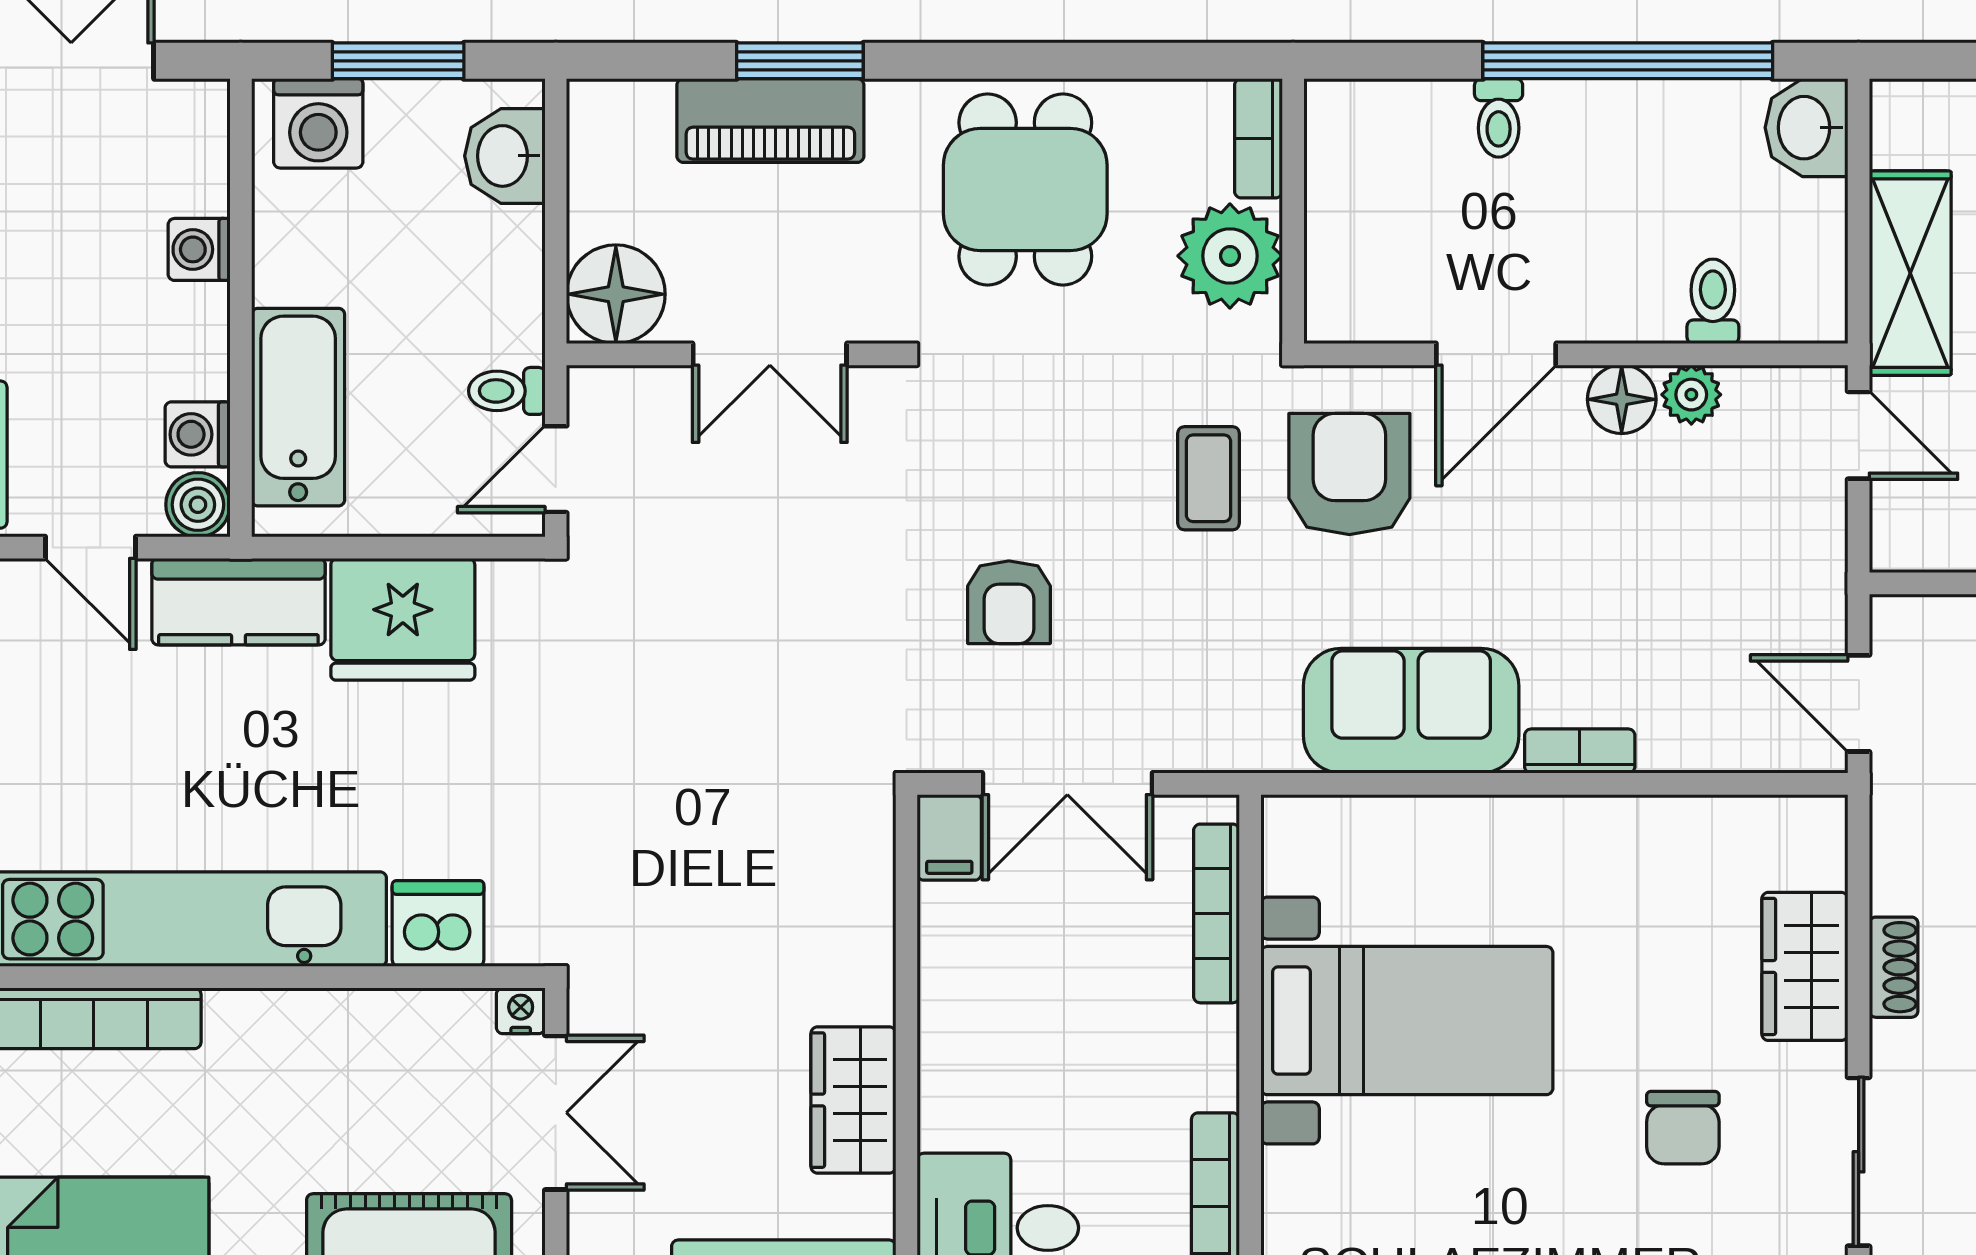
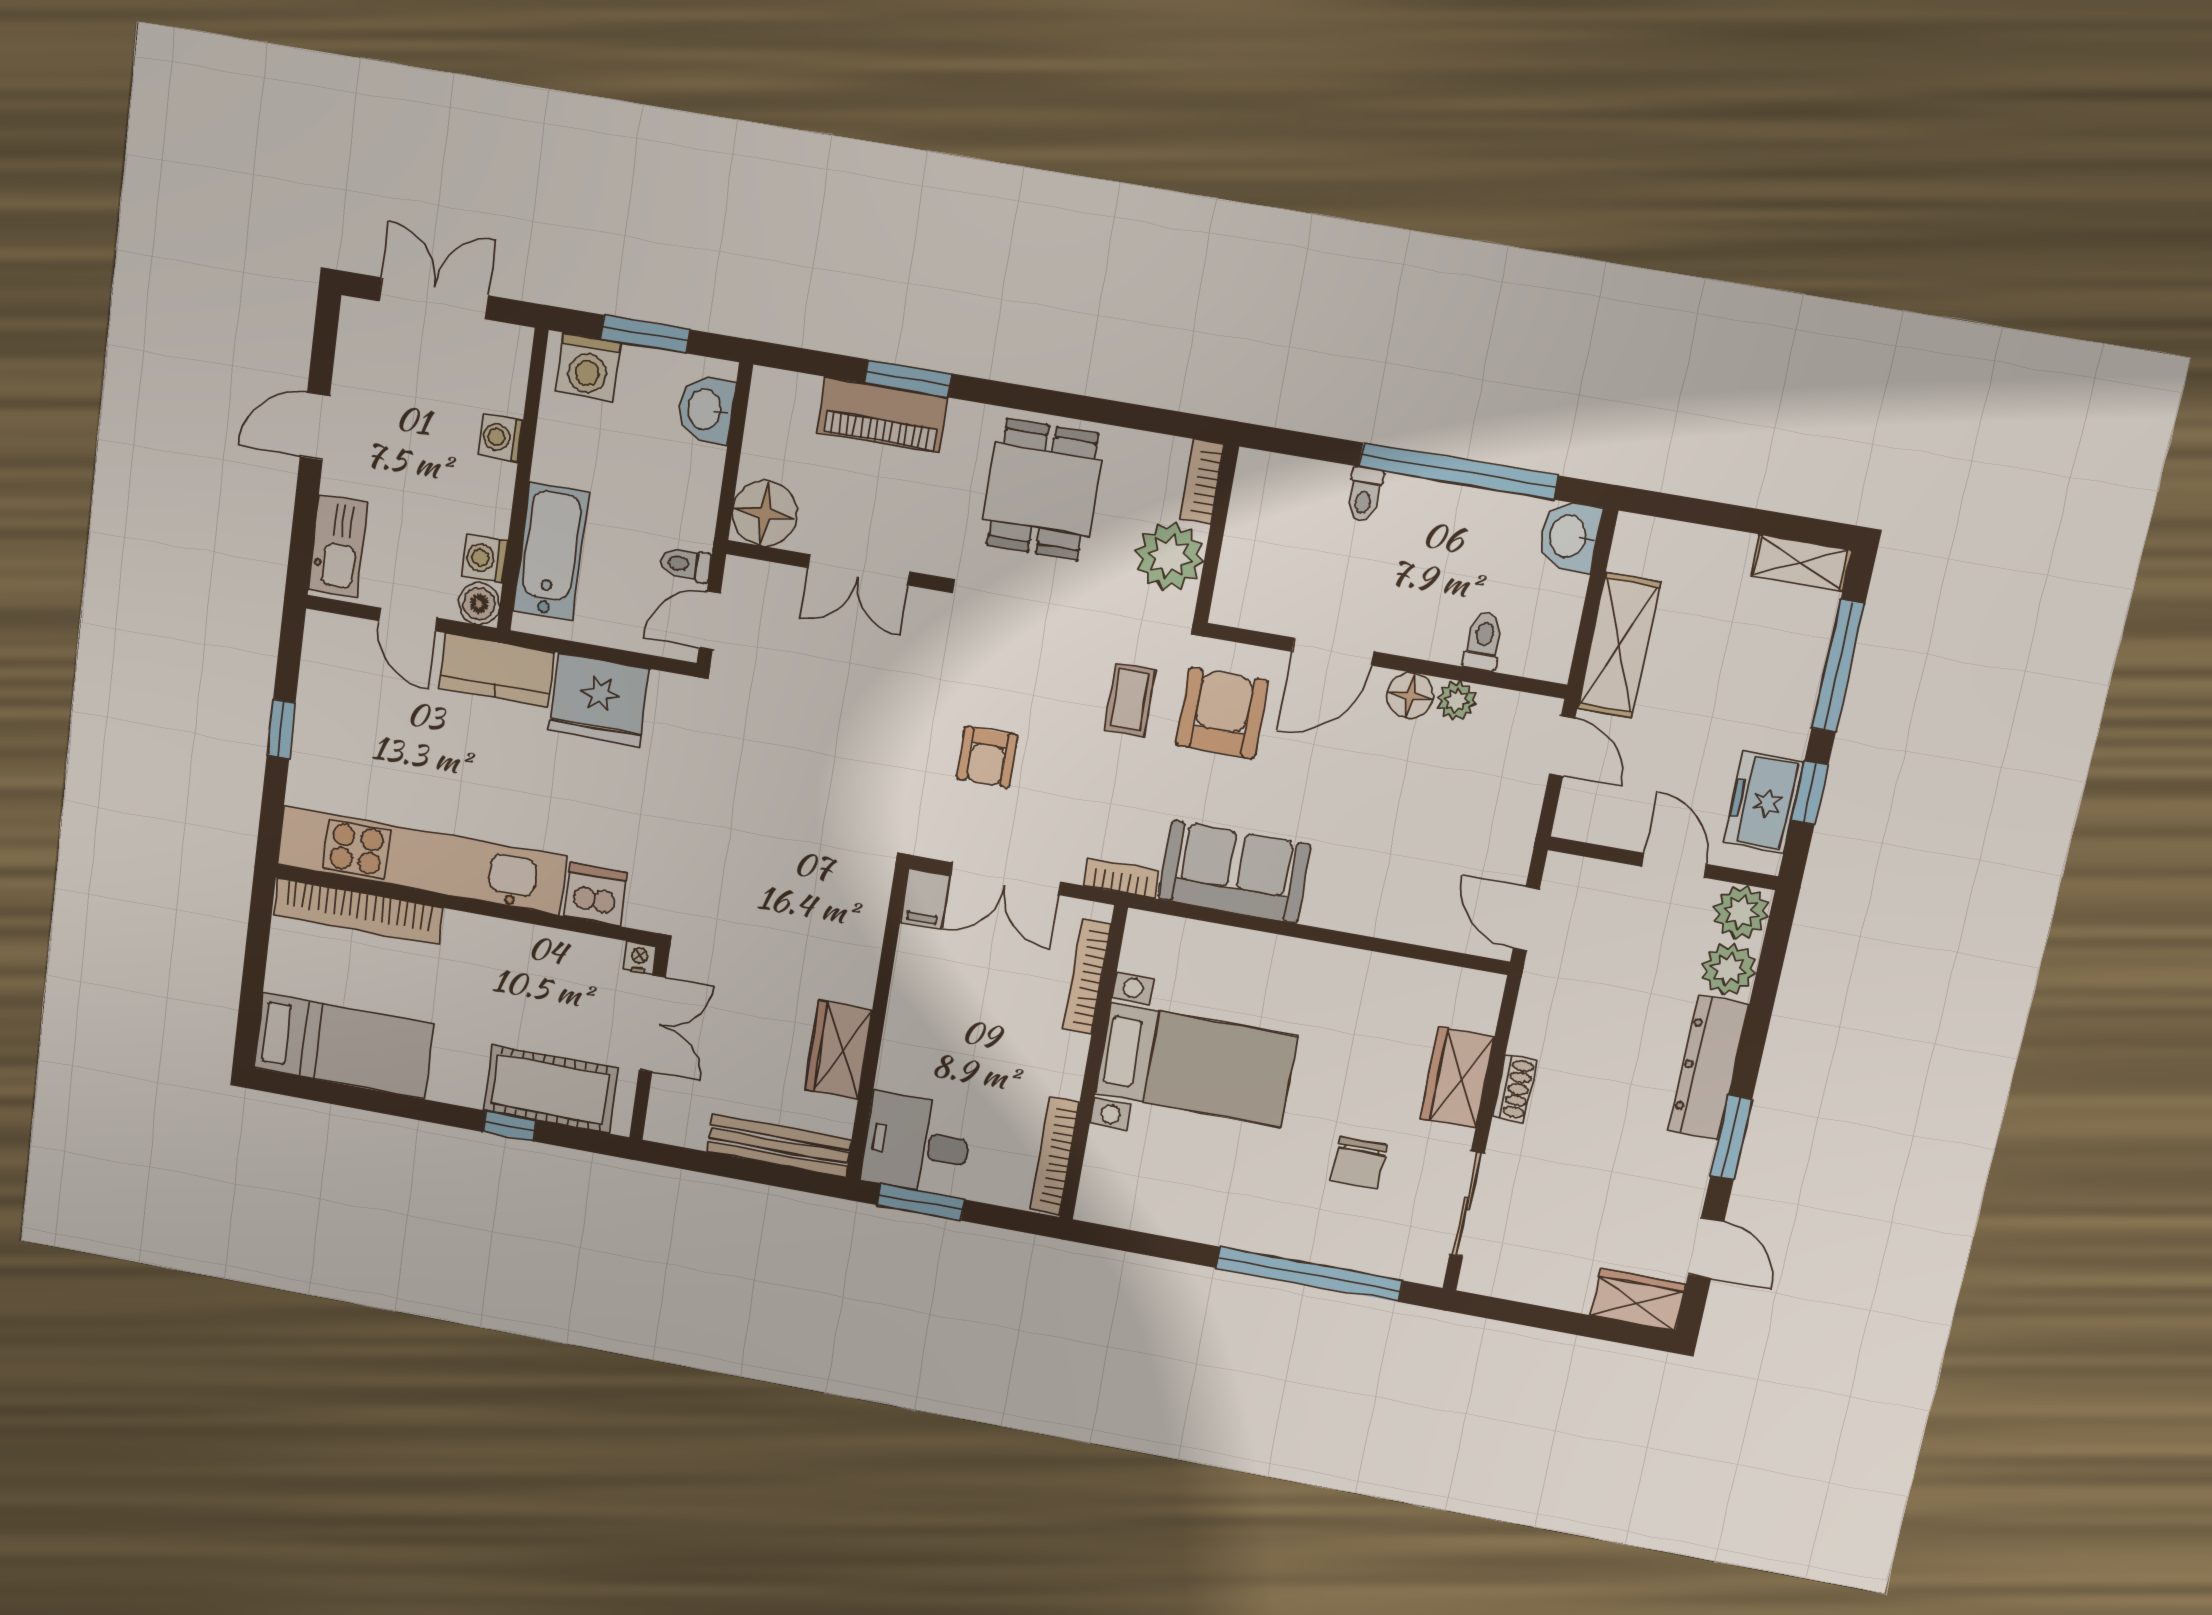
bookcase: (1580, 751) -> (1121, 878), moved

